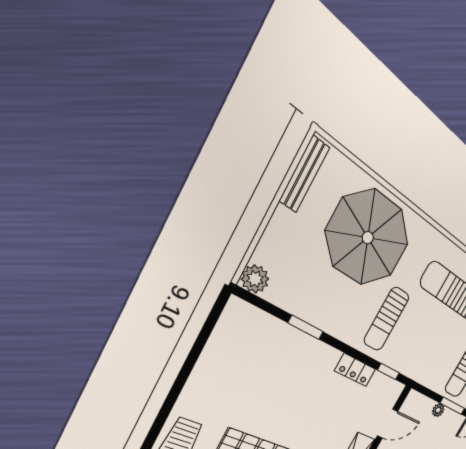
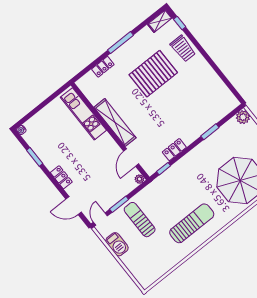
sun lounger: (386, 319) -> (194, 177), removed
plant: (438, 410) -> (139, 179), moved

